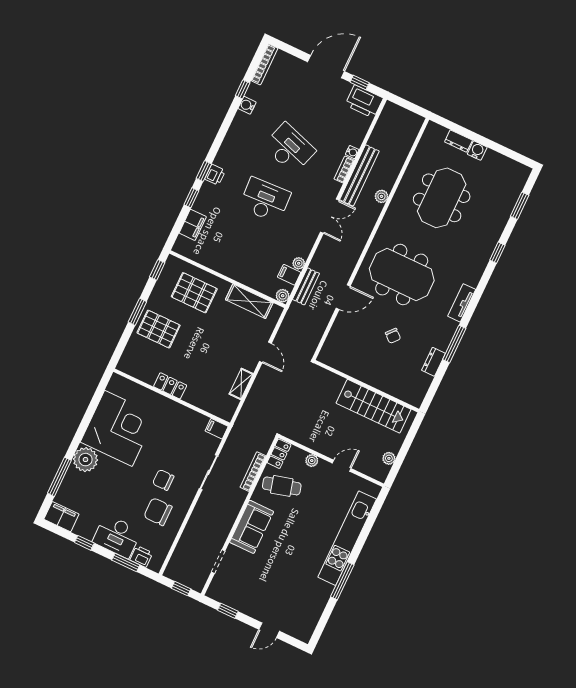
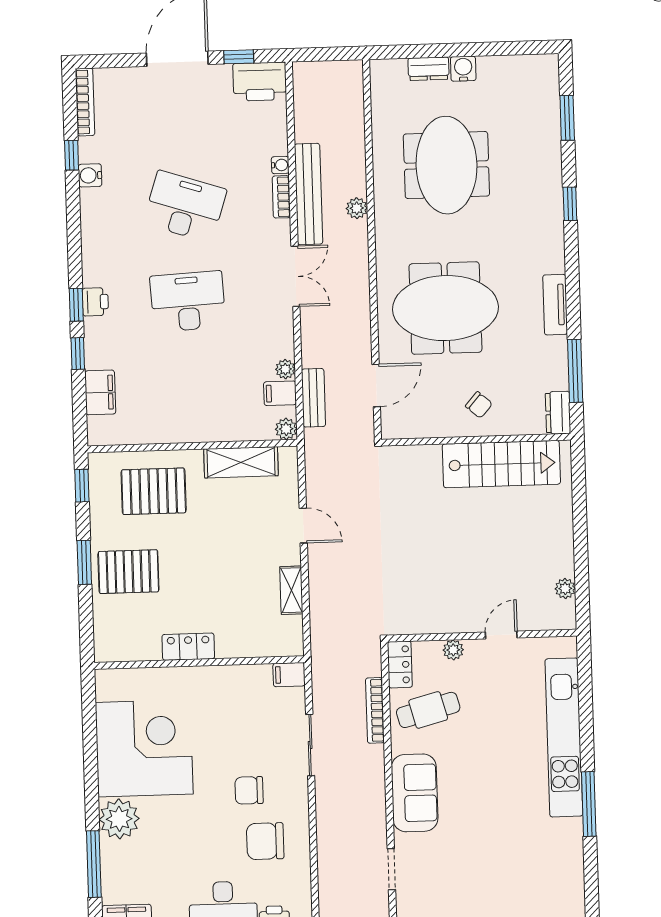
wall: (367, 386) -> (476, 440), moved
stairs: (374, 406) -> (501, 464), moved

